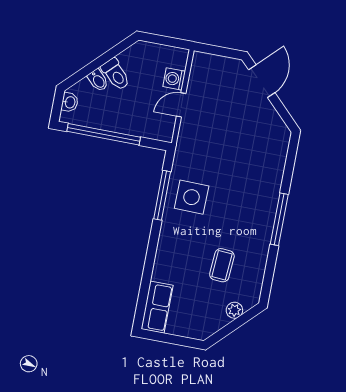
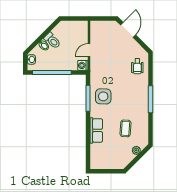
washing machine: (174, 79) -> (83, 65), moved
wheelchair: (266, 153) -> (137, 66), added
row of seats: (157, 307) -> (96, 130), moved

